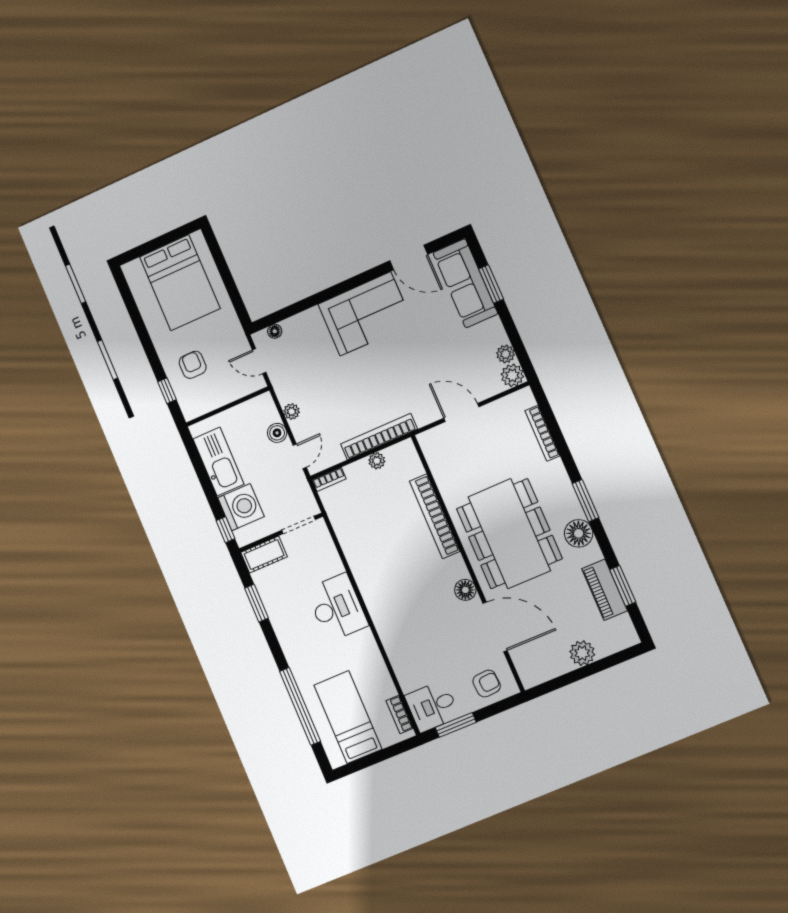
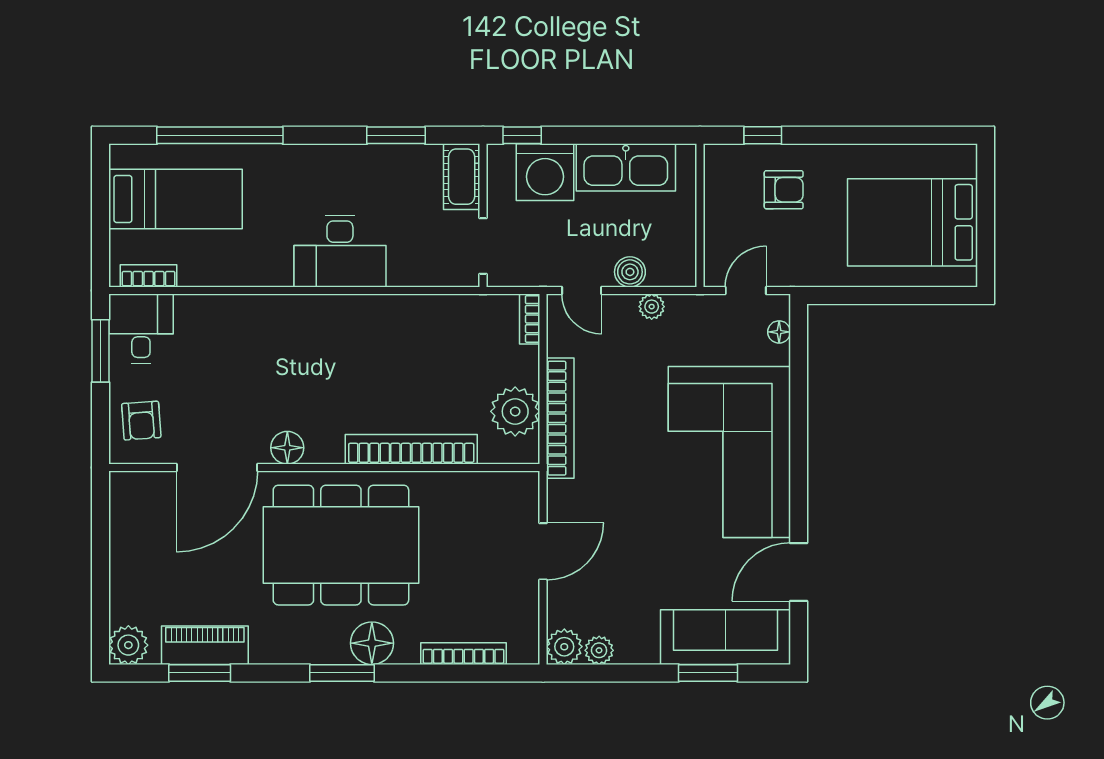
corner sofa: (365, 314) -> (729, 452), width x1.36, depth x1.36
plant: (377, 461) -> (515, 411), width x1.88, depth x1.88
floor lamp: (579, 533) -> (372, 643), moved
plant: (582, 653) -> (128, 645), moved

